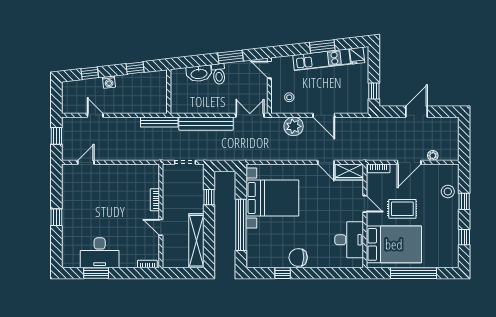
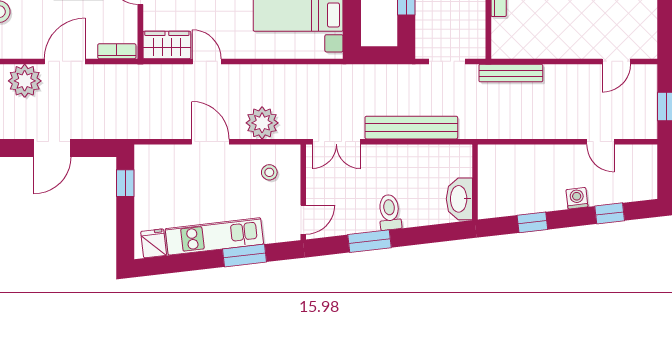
window: (322, 46) -> (245, 256), moved
door: (269, 70) -> (303, 220), hinge flipped
washbasin: (199, 73) -> (459, 199), moved, turned -83
bench: (159, 122) -> (511, 73), moved
plant: (433, 156) -> (25, 81), width x1.88, depth x1.88

